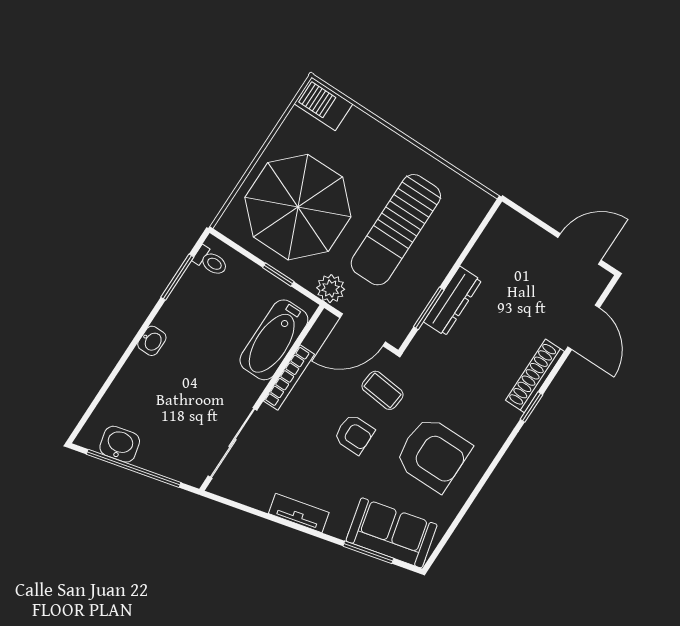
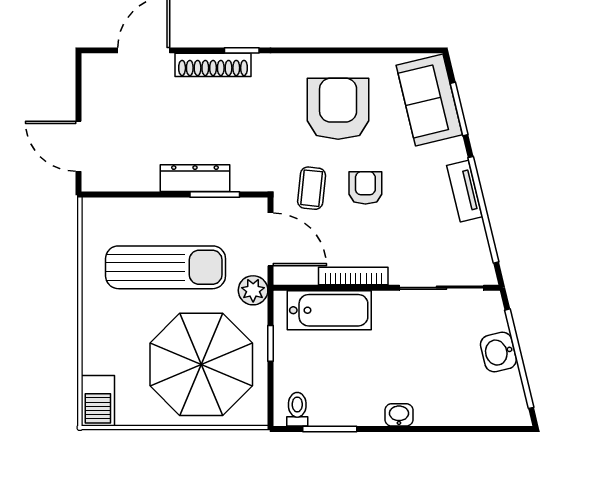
door: (580, 249) -> (78, 146), moved
washbasin: (120, 444) -> (498, 352), moved
window: (274, 518) -> (483, 210), added

